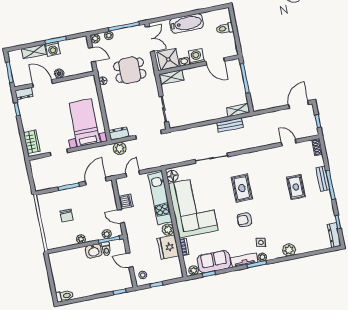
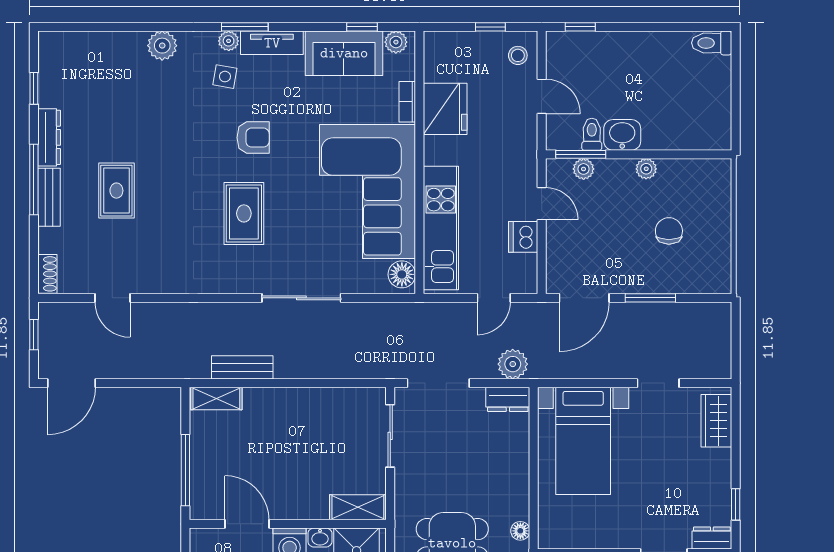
plant: (168, 230) -> (437, 150), removed
dresser: (334, 235) -> (49, 137), moved

